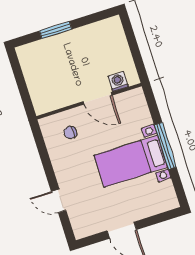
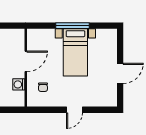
washing machine: (118, 82) -> (19, 84), moved
door: (59, 201) -> (74, 110), moved

